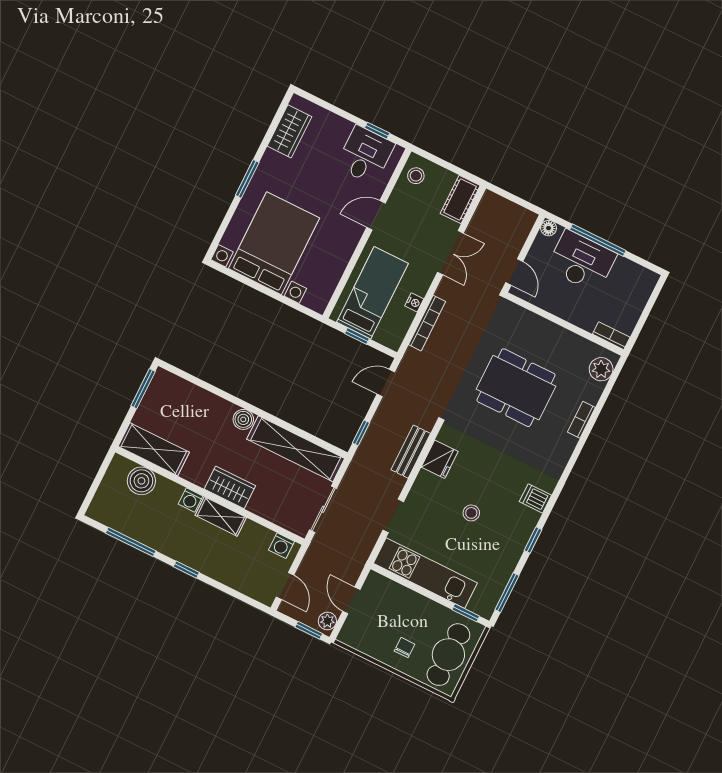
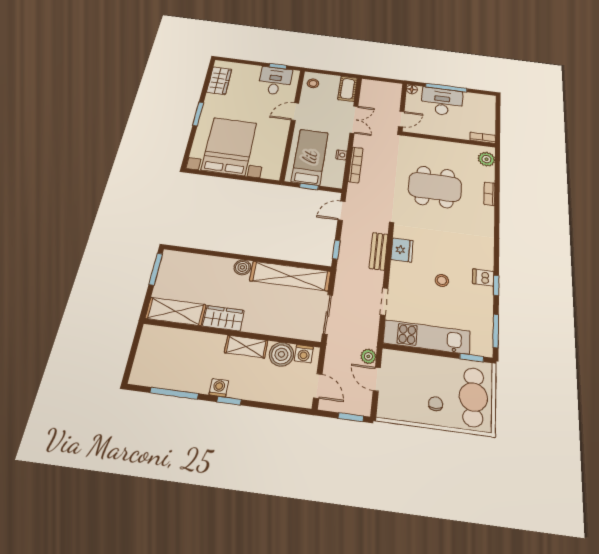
door: (514, 272) -> (401, 119), hinge flipped
boiler: (141, 481) -> (281, 354), moved
wardrobe: (230, 487) -> (223, 318), moved
dishwasher: (535, 498) -> (483, 277), moved
washing machine: (190, 500) -> (219, 388), moved, turned 180
plant: (327, 621) -> (368, 356), moved

